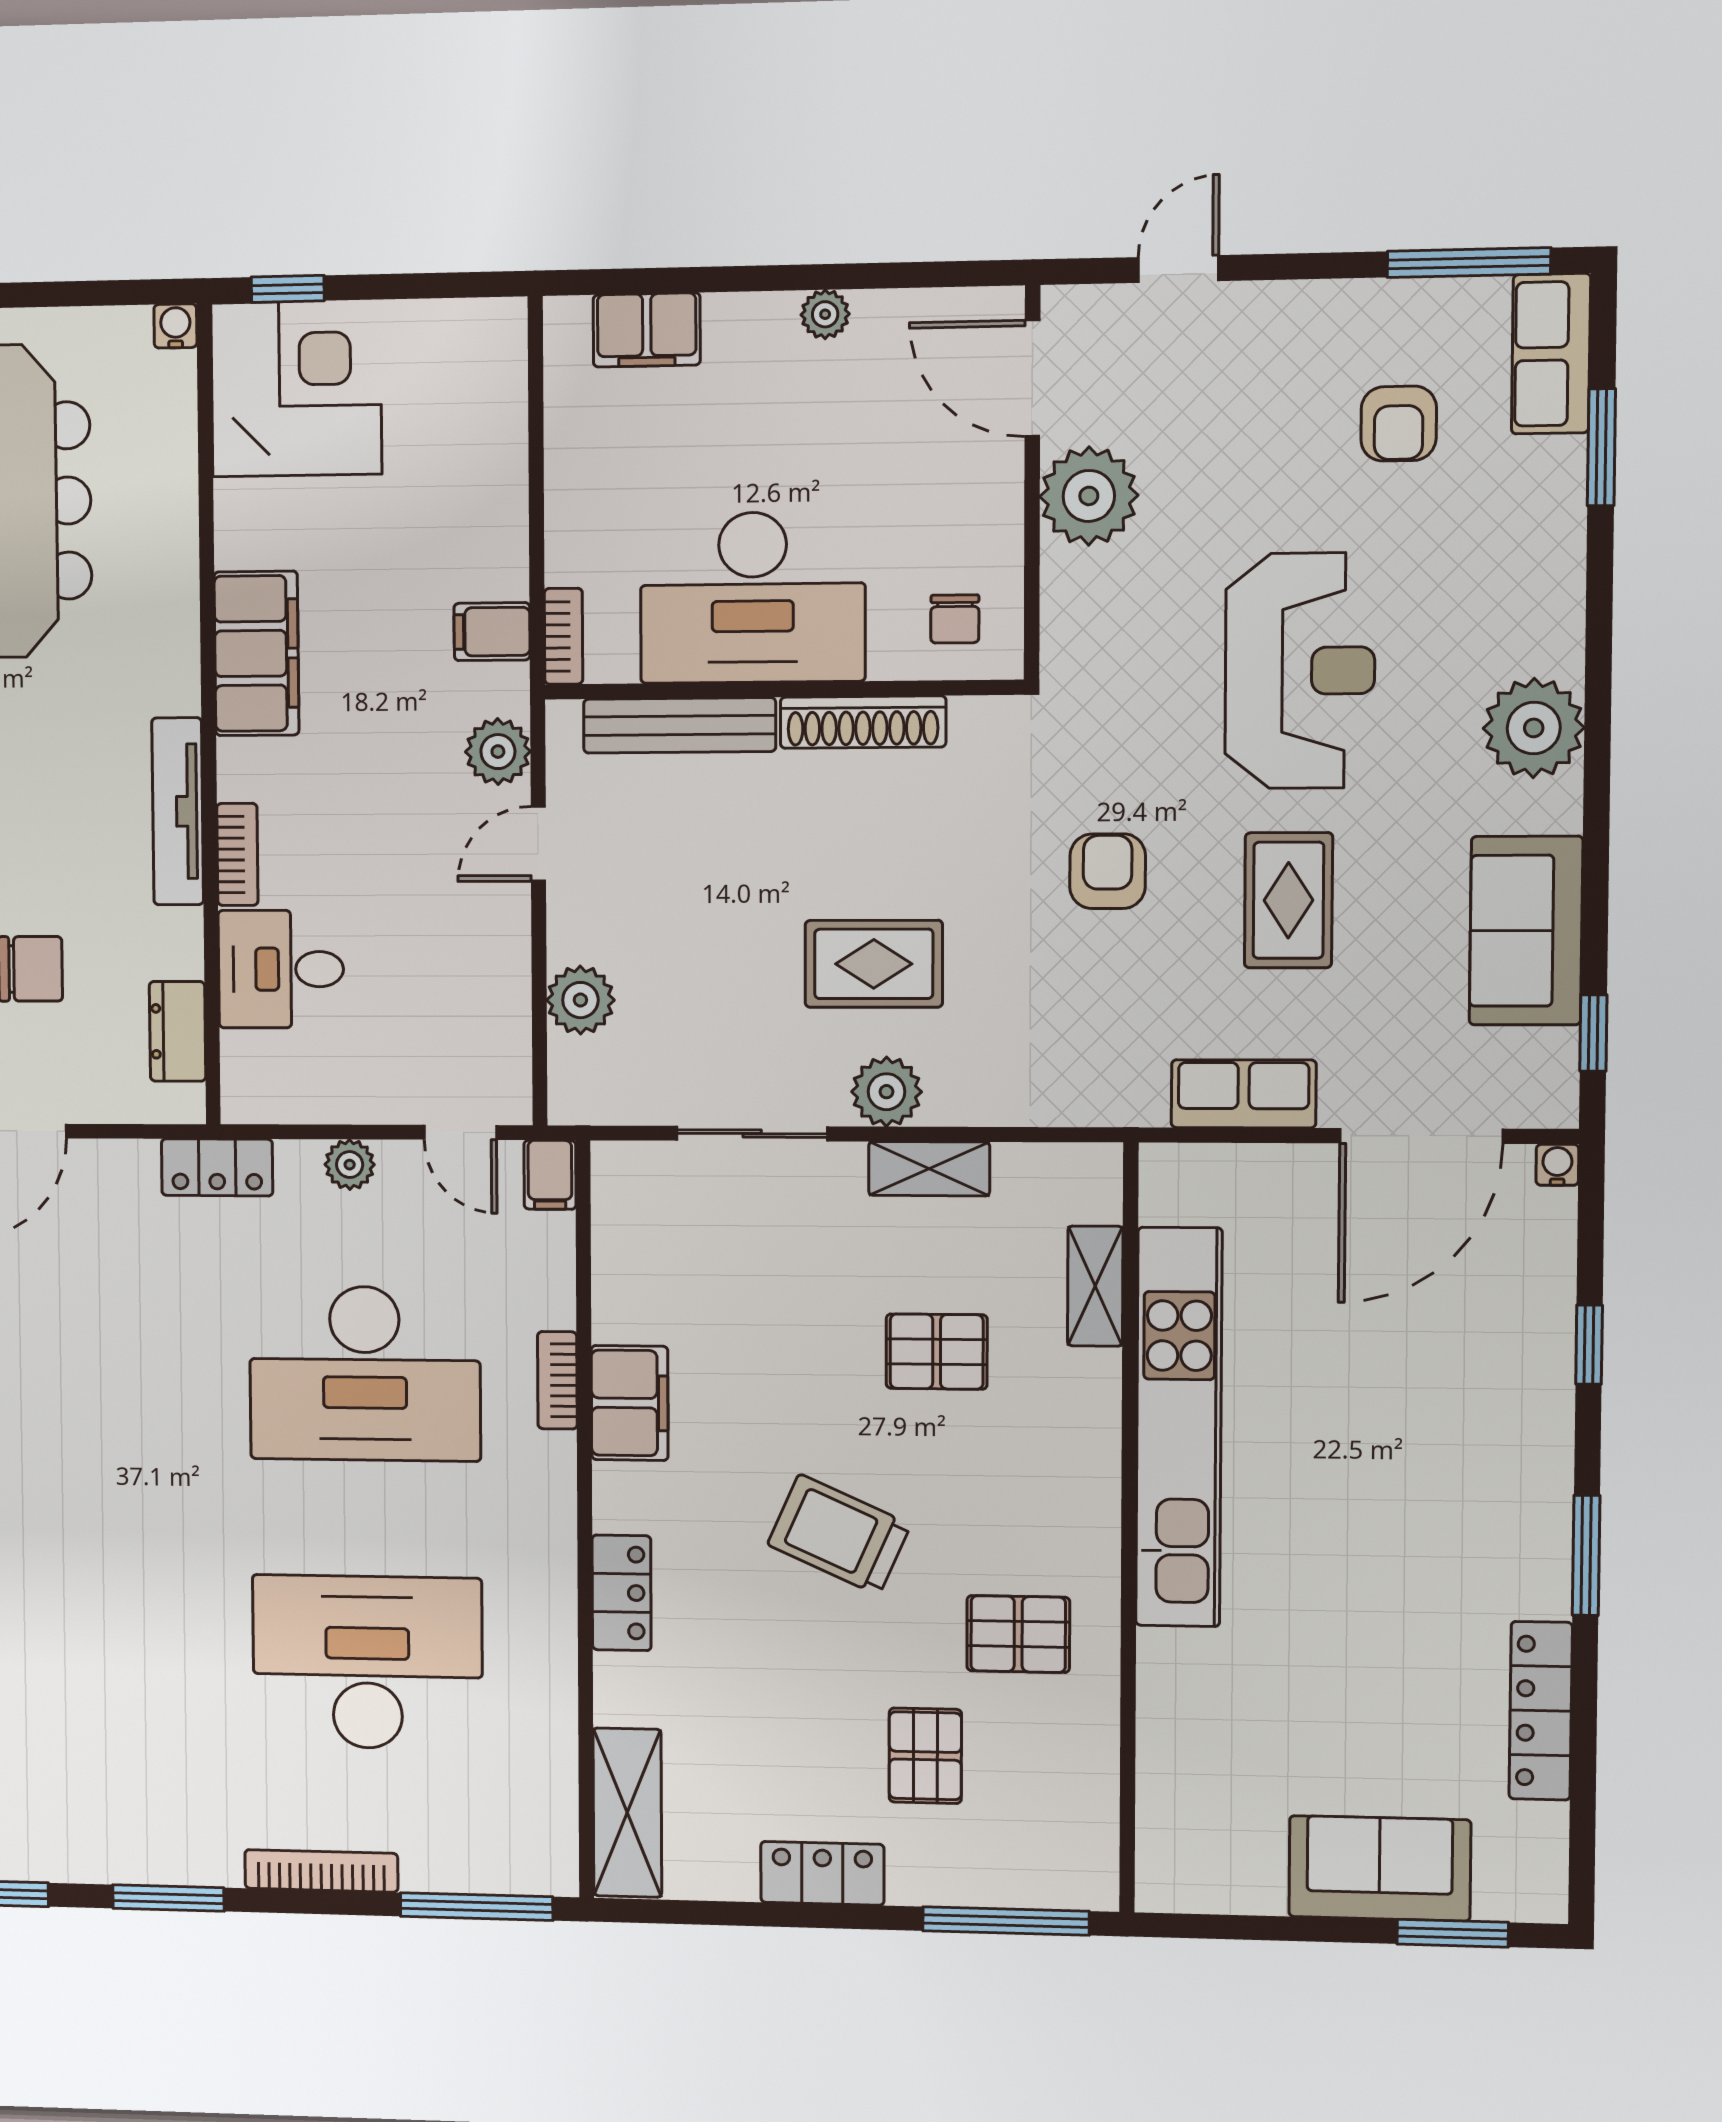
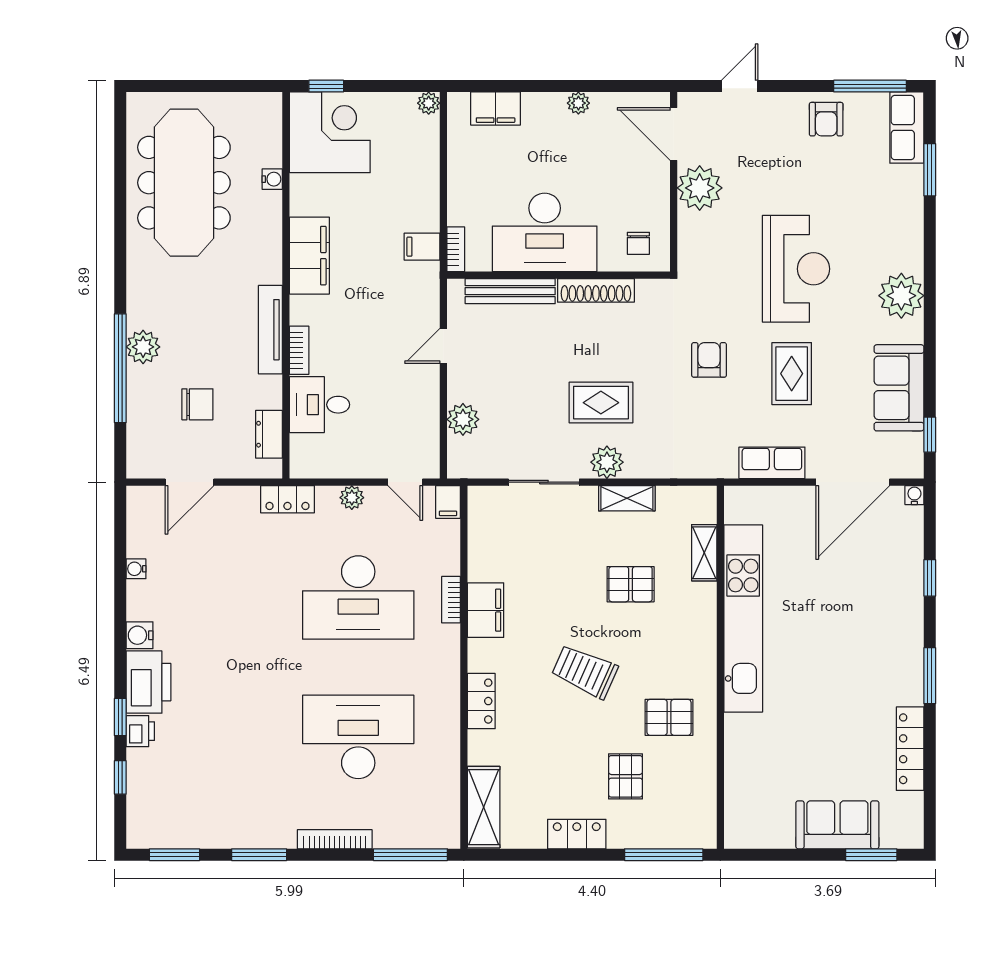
water cooler: (175, 326) -> (272, 179), moved, turned 90
armchair: (1399, 424) -> (826, 119), moved
plant: (498, 752) -> (429, 103), moved, width x0.73, depth x0.73

